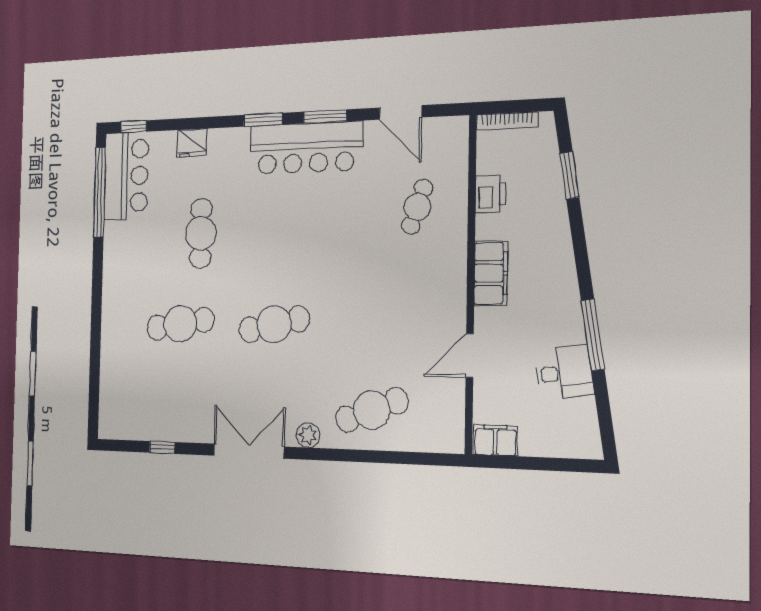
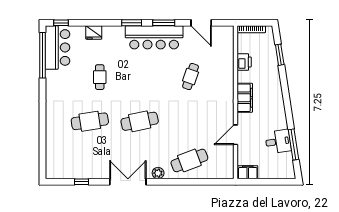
cafe table: (417, 207) -> (191, 77), moved
cafe table: (201, 233) -> (100, 77), width x0.73, depth x0.74
window: (593, 335) -> (294, 144), moved

